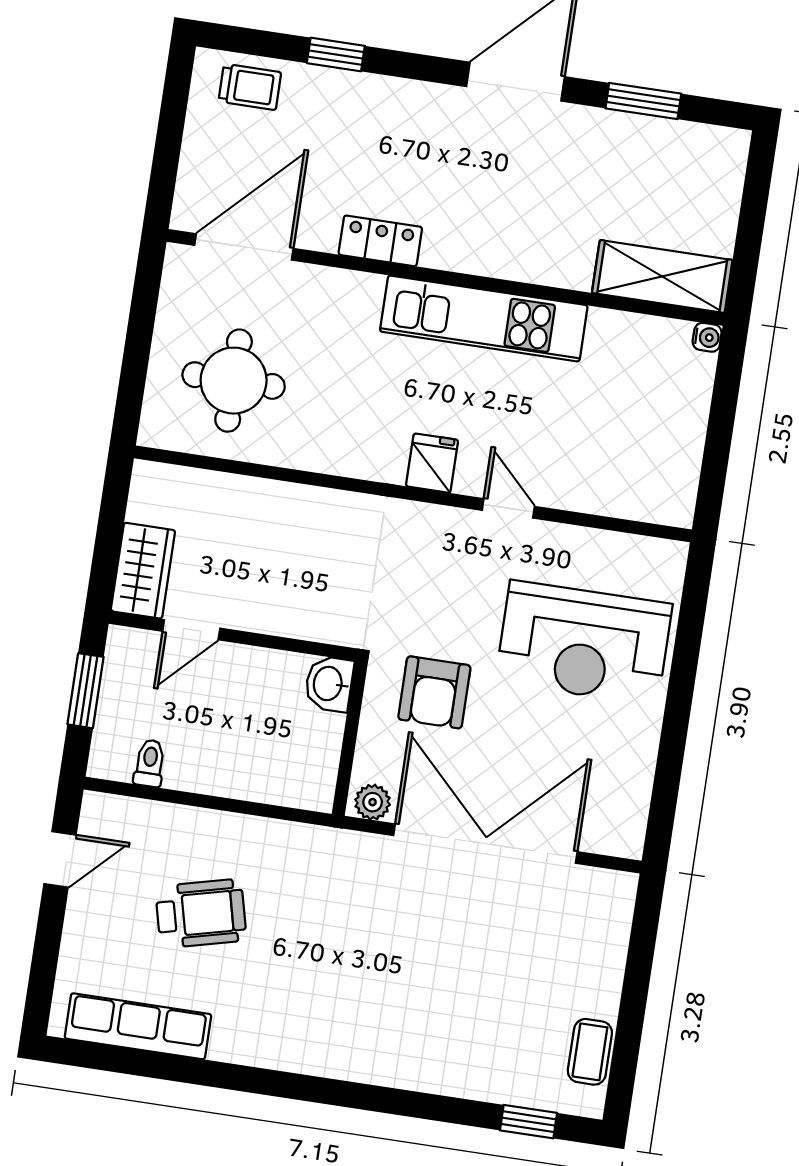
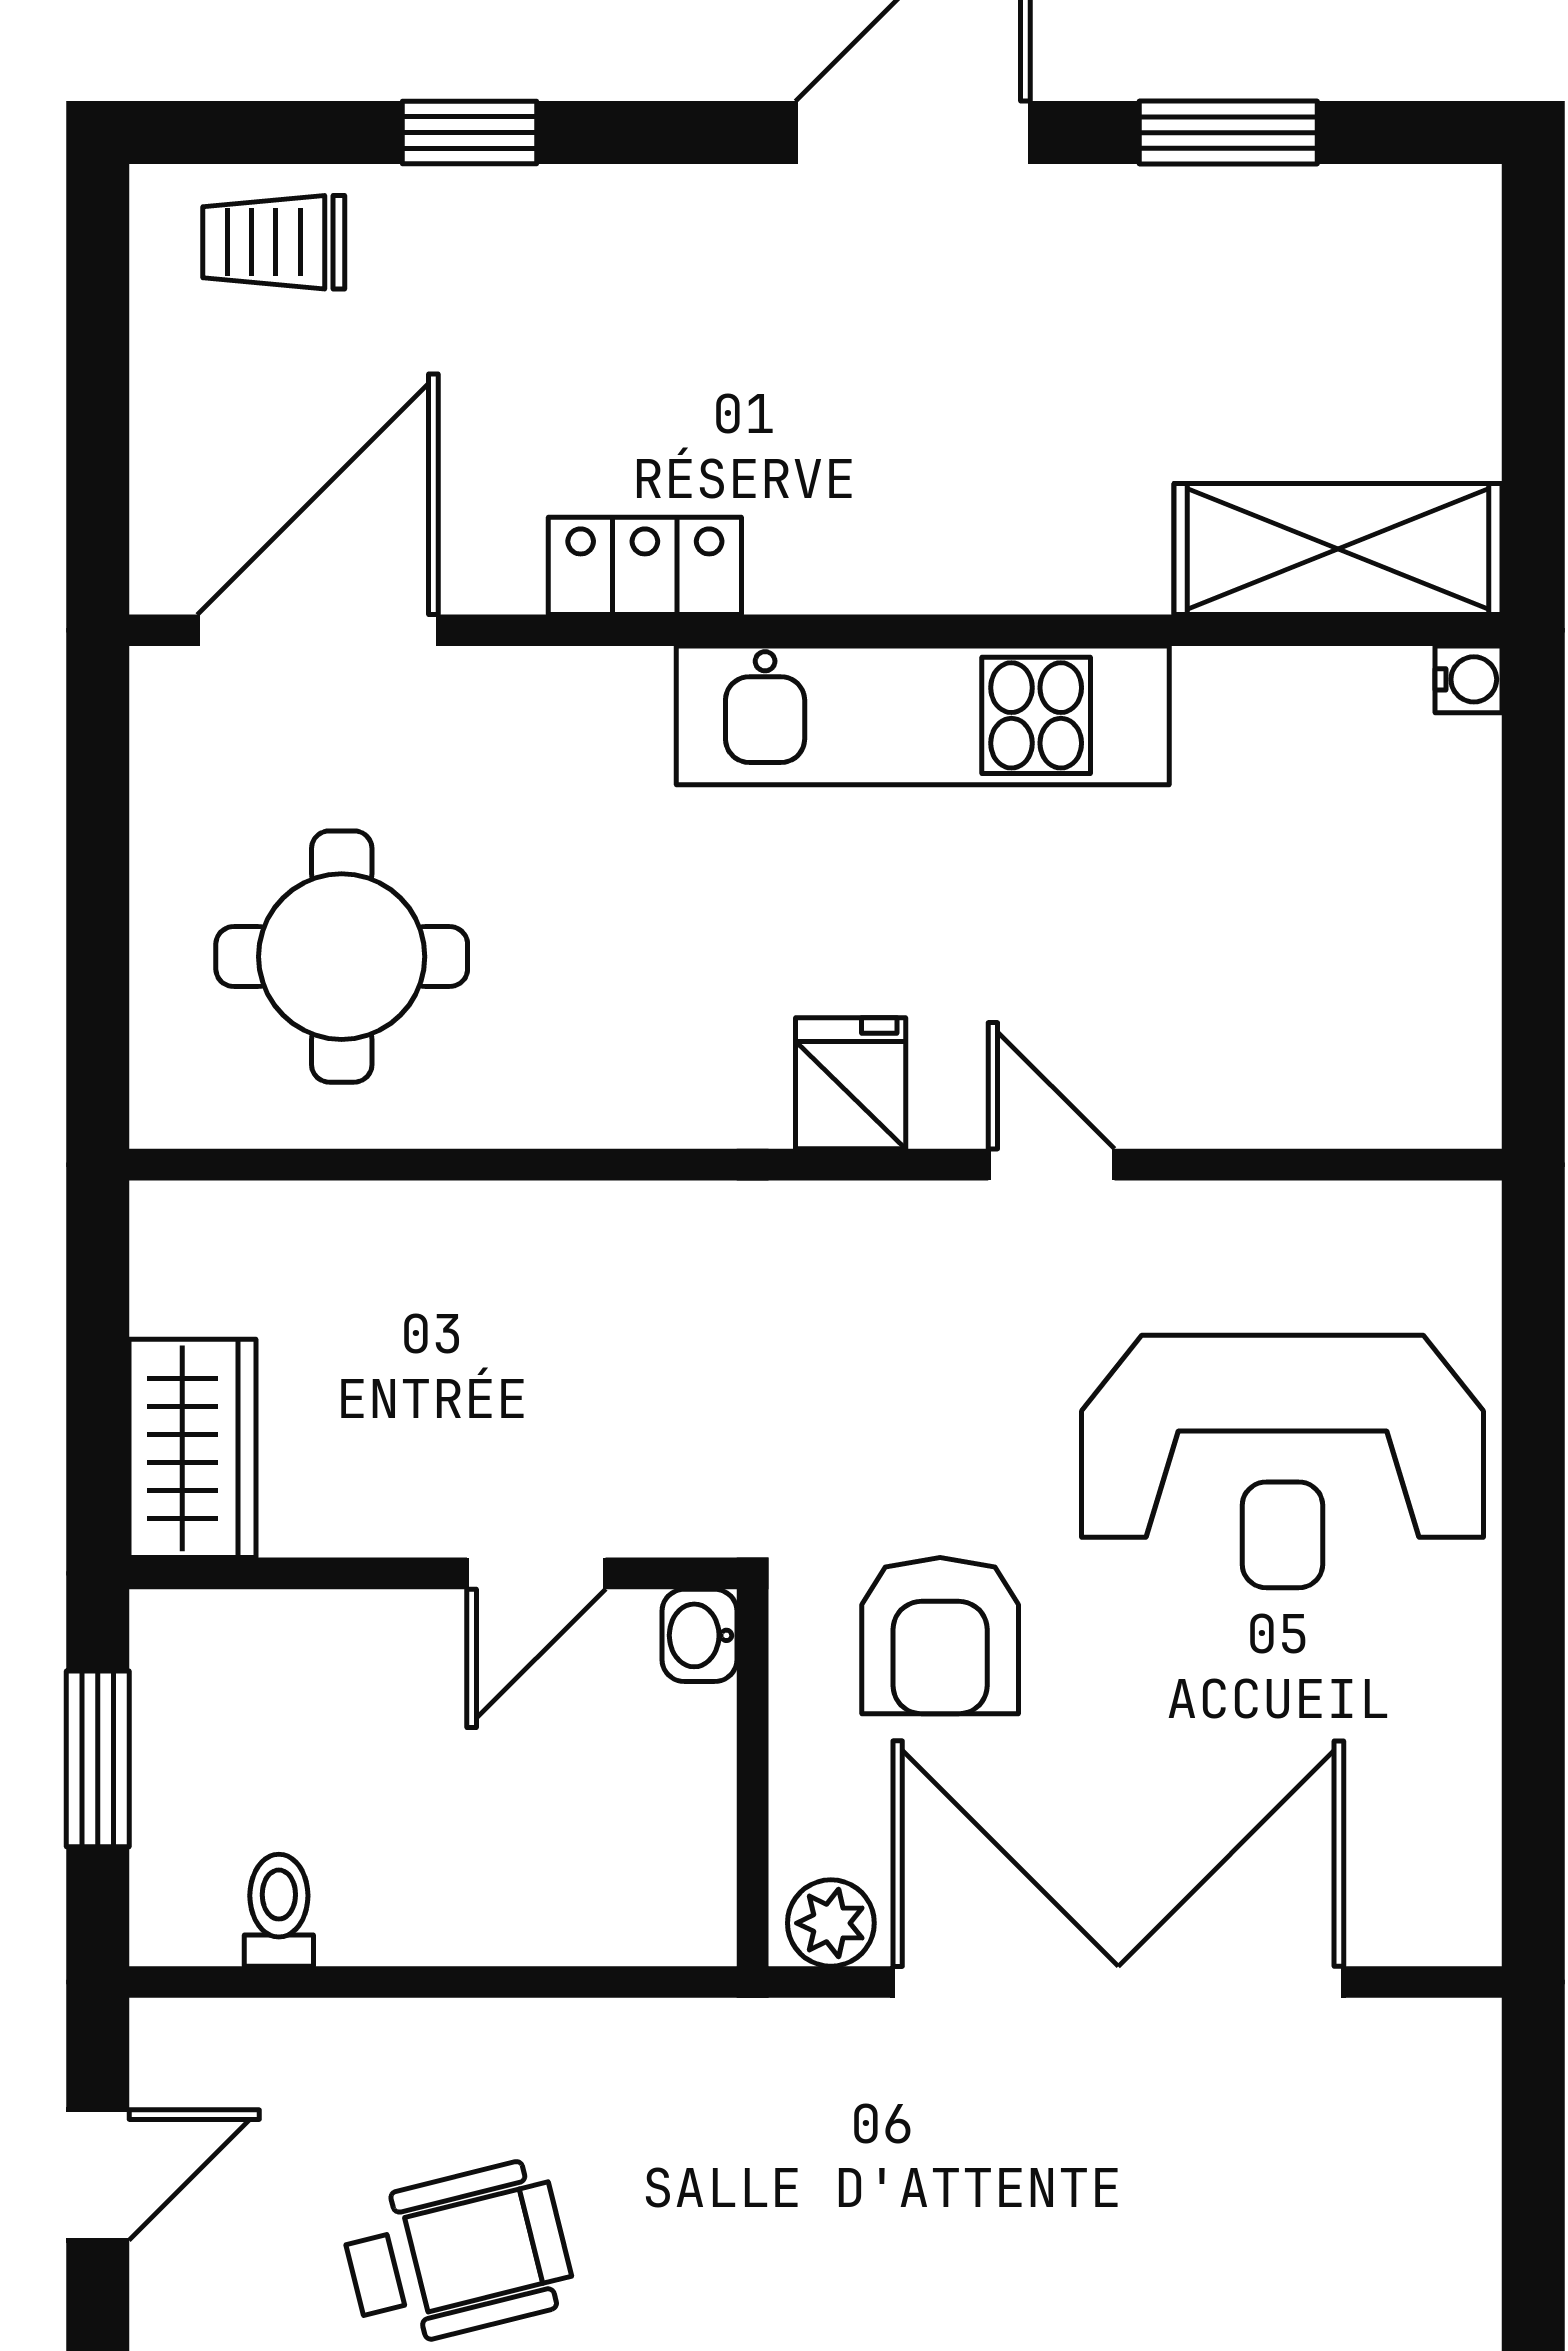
trolley: (250, 87) -> (274, 242), turned 180
door: (191, 630) -> (536, 1573), moved
washbasin: (329, 684) -> (699, 1635), width x0.72, depth x0.69

